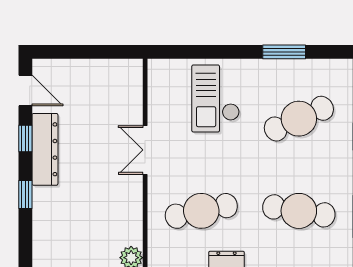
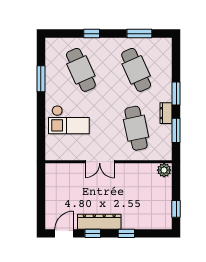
cafe table: (299, 211) -> (136, 70), turned -33

